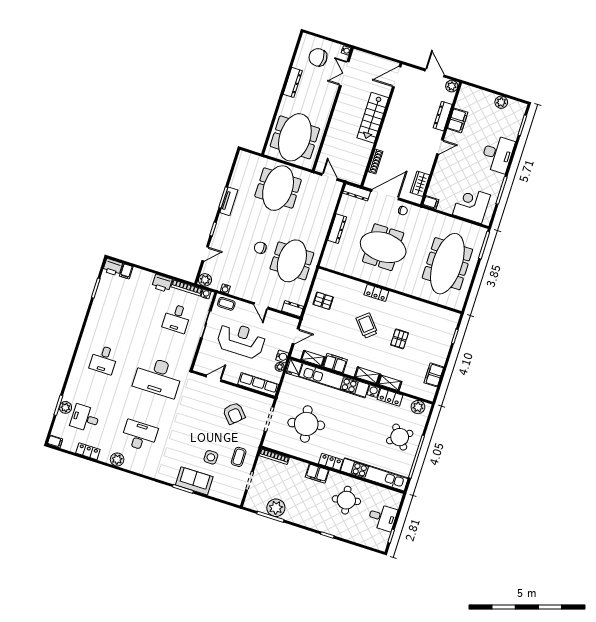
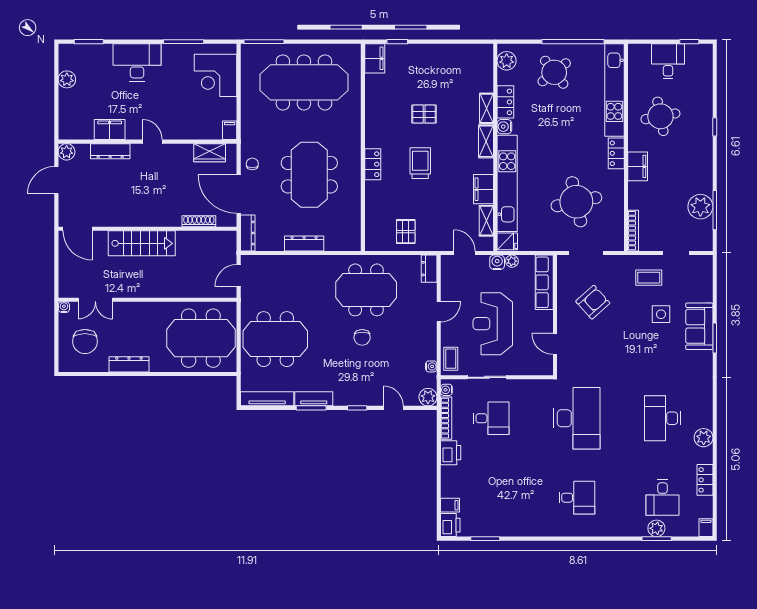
tv unit: (239, 169) -> (267, 399), added
trolley: (367, 326) -> (420, 163), turned 130
filing cabinet: (434, 375) -> (375, 58), moved, turned -90

